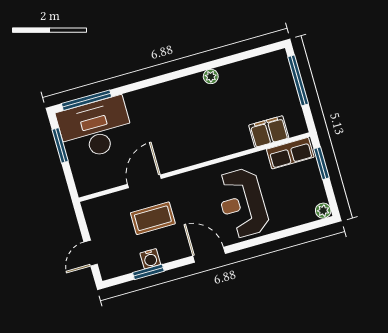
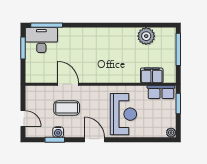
plant: (211, 76) -> (146, 36), moved, width x1.87, depth x1.87
desk: (95, 129) -> (41, 40), width x0.73, depth x0.77
door: (144, 181) -> (68, 84), hinge flipped
reception desk: (242, 203) -> (123, 114), turned 180
door: (91, 253) -> (23, 118), swing flipped

